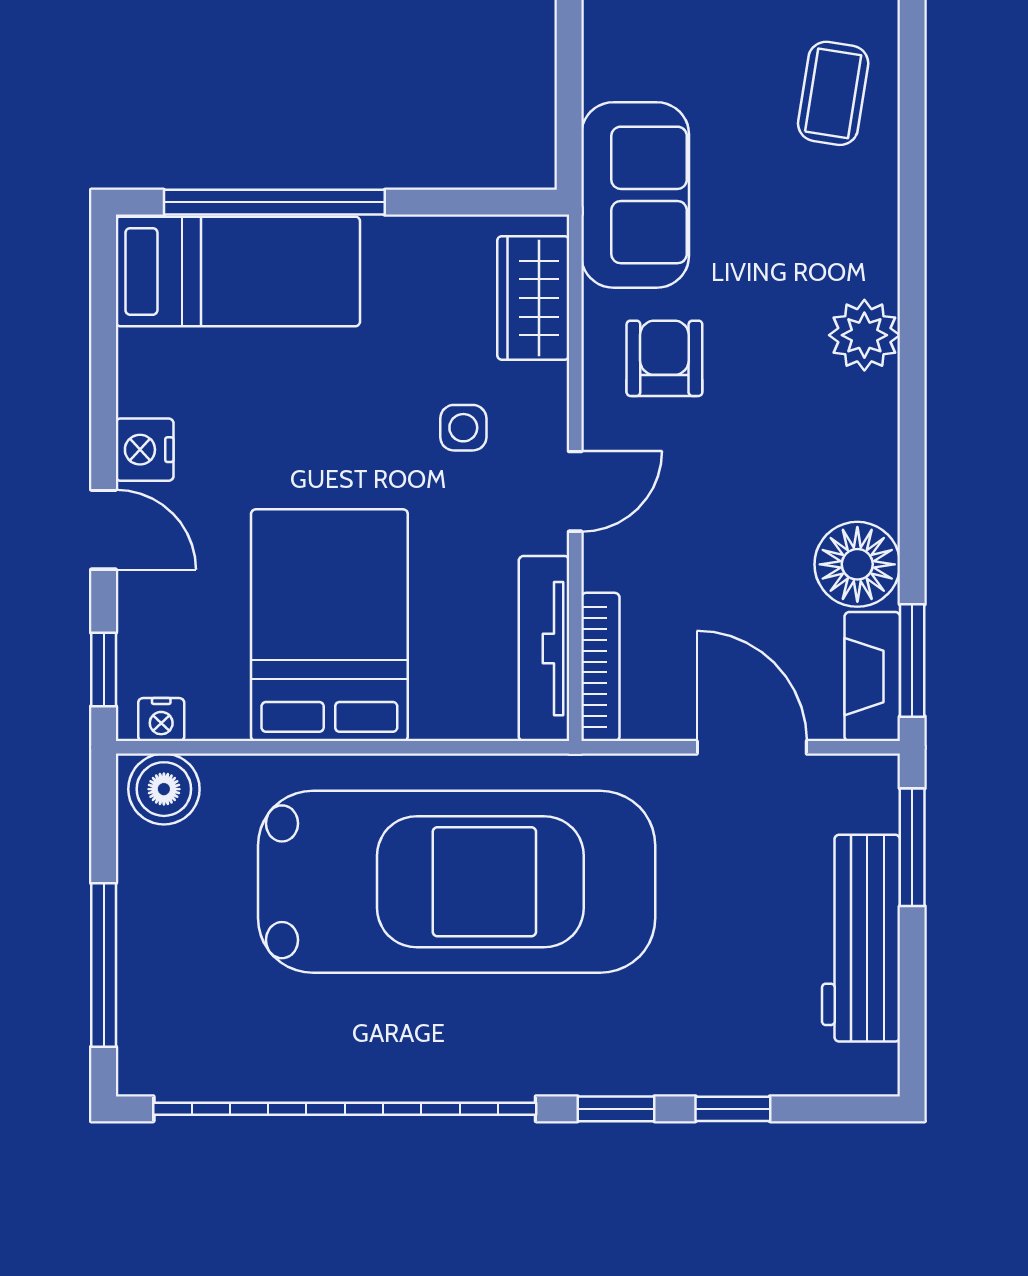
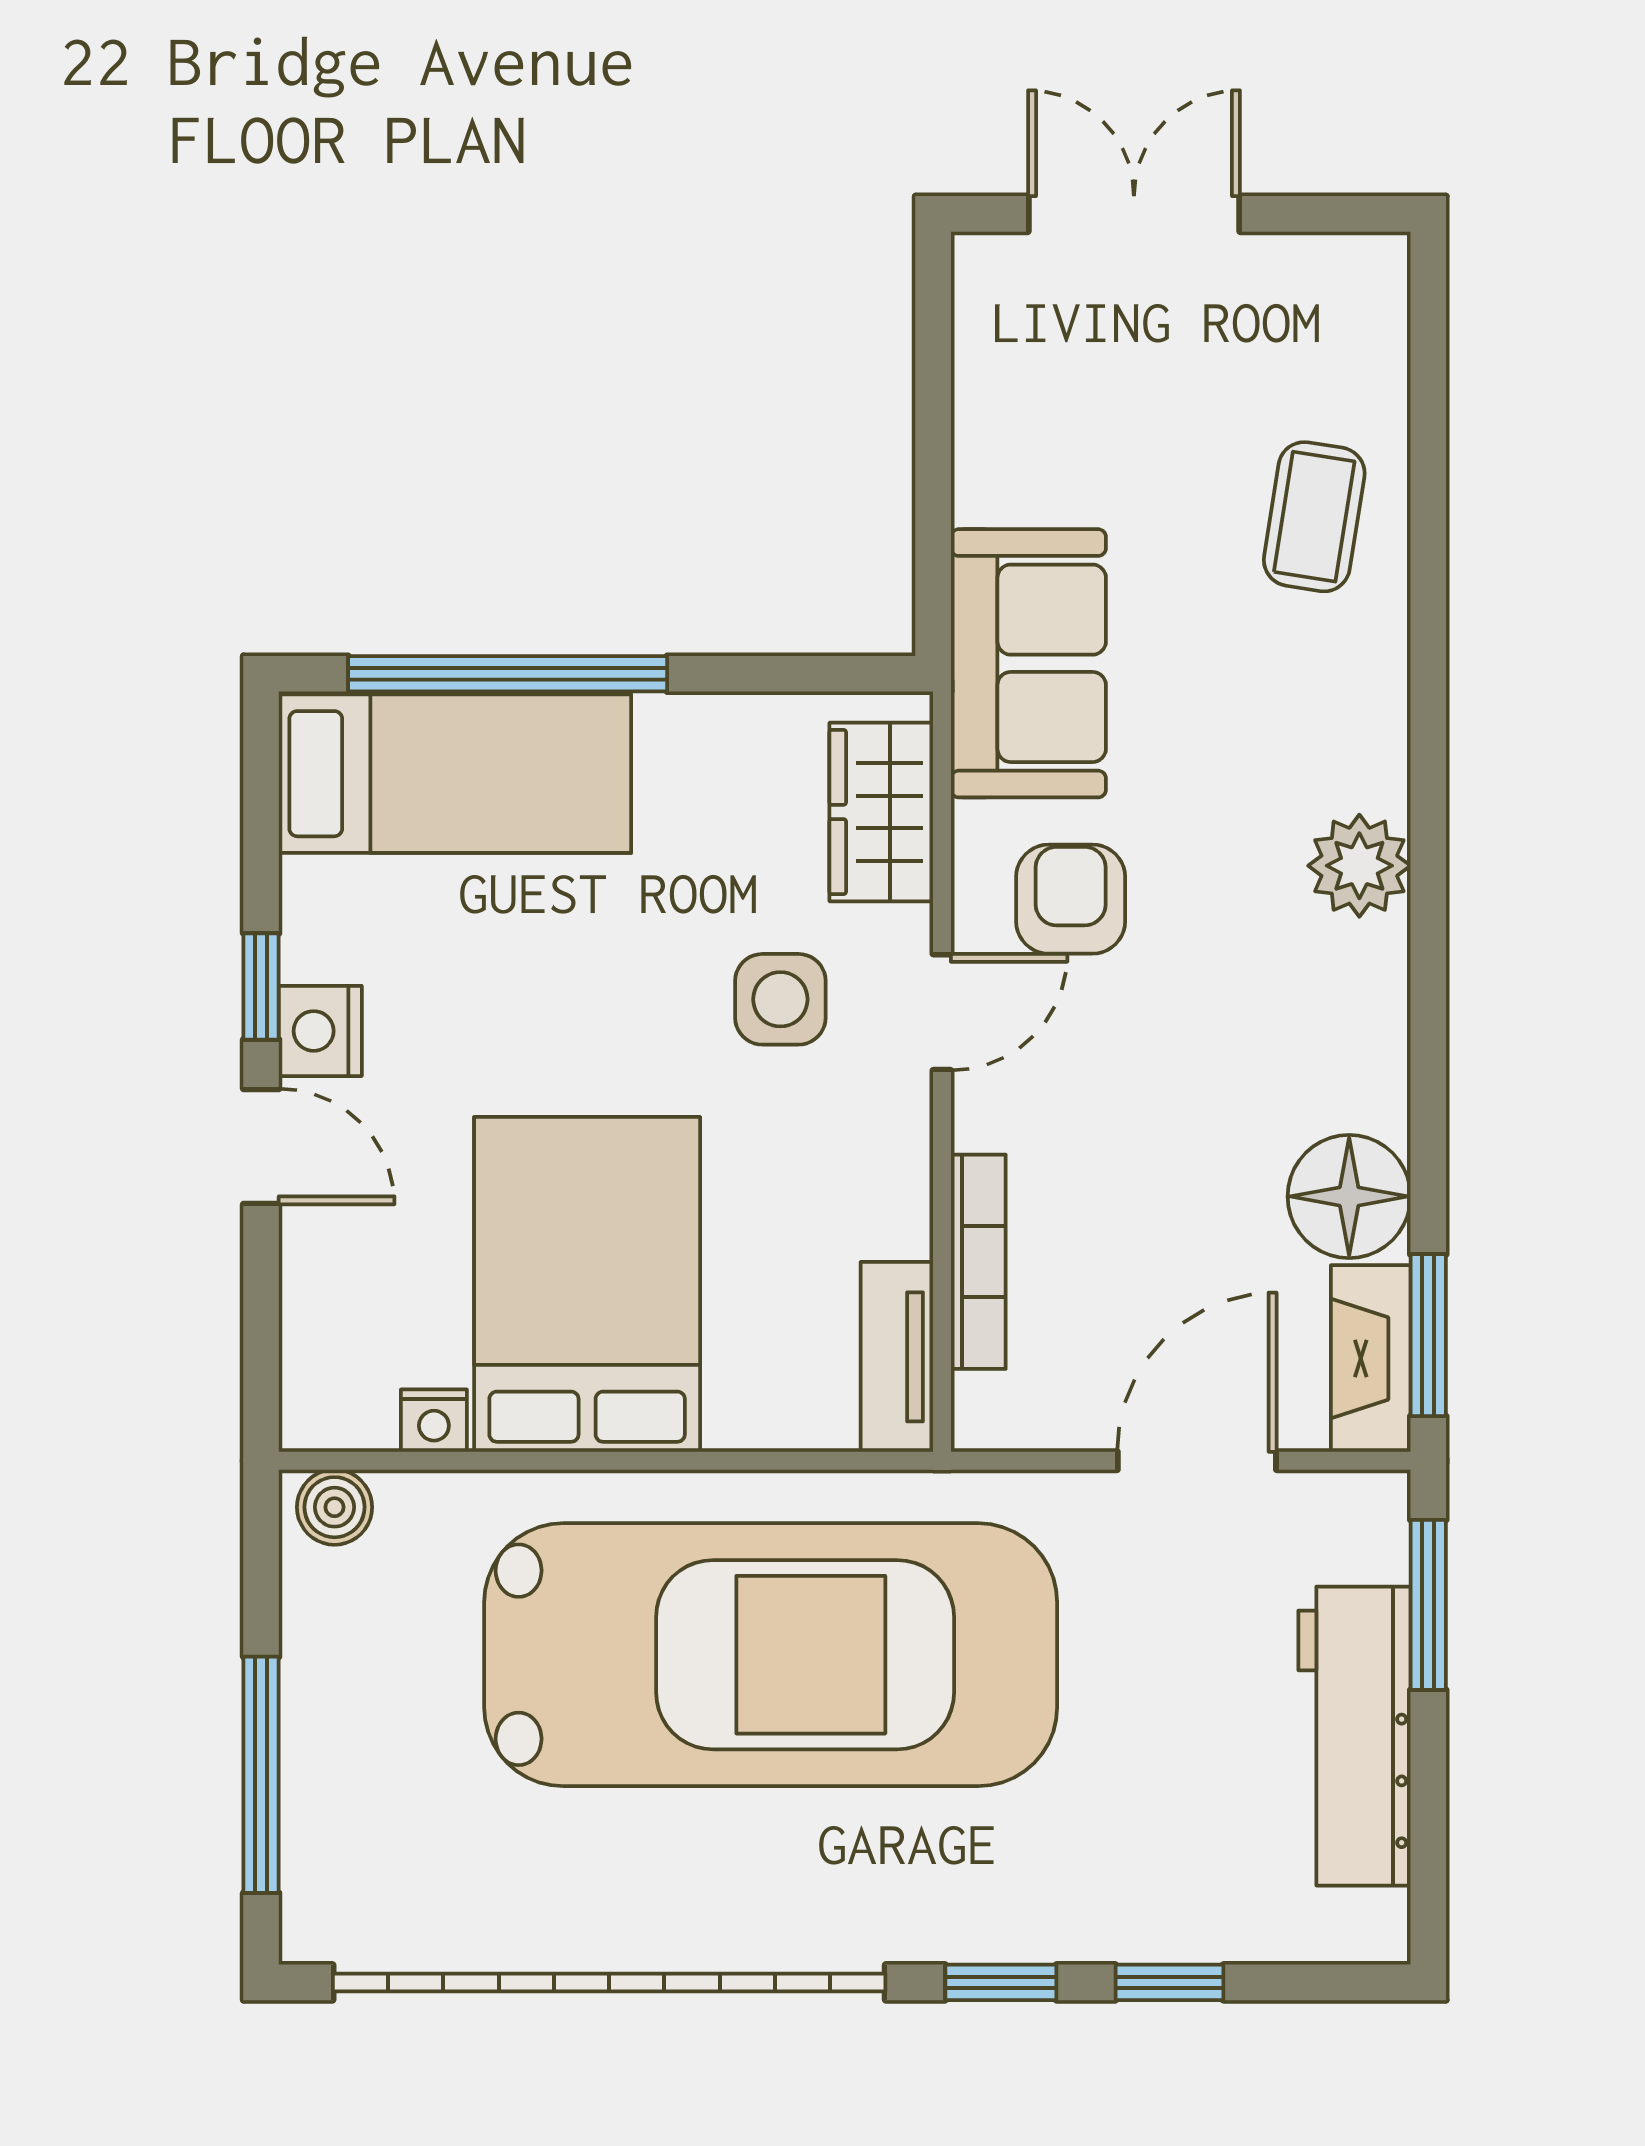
side table: (463, 428) -> (780, 999), width x1.37, depth x1.37
door: (575, 491) -> (942, 1012), moved
tv unit: (544, 649) -> (897, 1357), width x0.71
bookcase: (600, 667) -> (978, 1262), moved
window: (104, 670) -> (261, 986), moved
nightstand: (161, 720) -> (434, 1421), moved
door: (752, 747) -> (1197, 1461), hinge flipped
boiler: (164, 789) -> (335, 1507), width x0.73, depth x0.73

